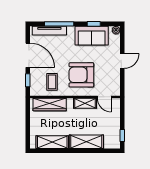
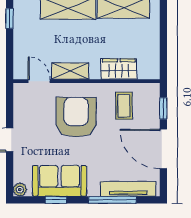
armchair: (81, 75) -> (76, 117), turned -90
wardrobe: (50, 104) -> (119, 69), width x0.67

